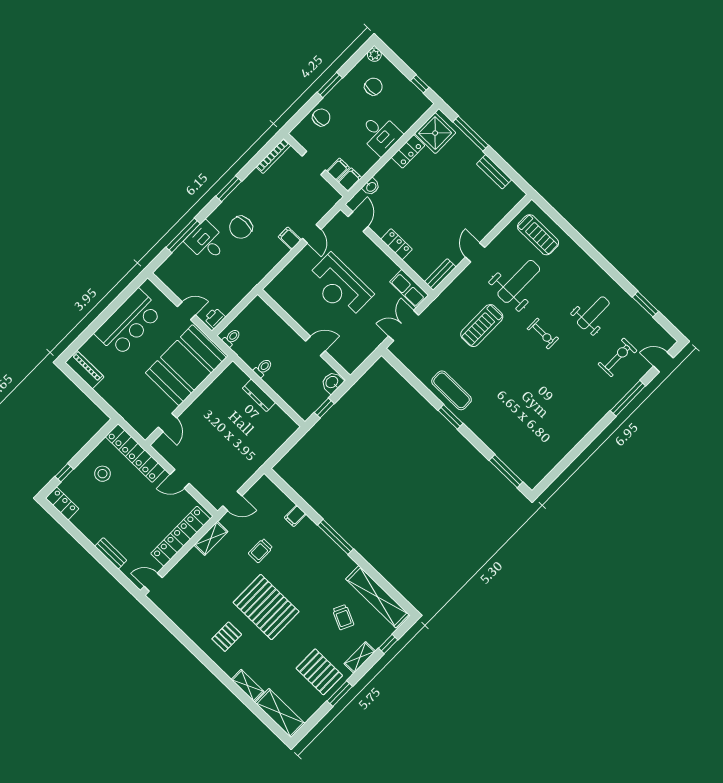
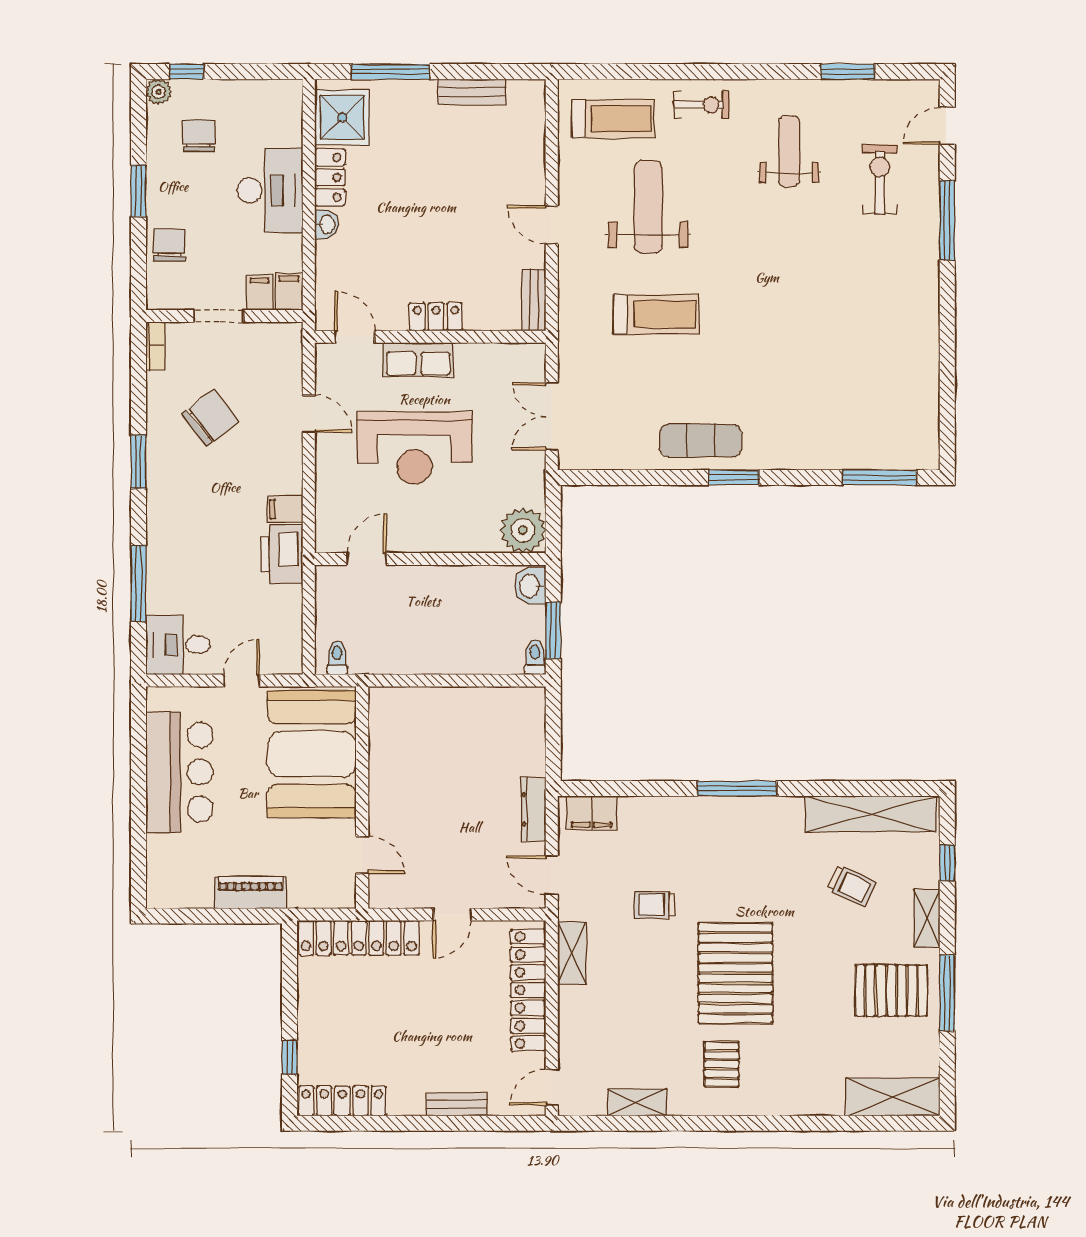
window: (420, 84) -> (187, 72), moved
desk: (380, 134) -> (270, 190), width x1.37
bookcase: (273, 156) -> (155, 346), width x0.64
washbasin: (371, 187) -> (327, 224), moved
chair: (241, 227) -> (210, 418), moved, turned -128
filing cabinet: (290, 238) -> (285, 509), moved
desk: (206, 242) -> (178, 645), moved
row of seats: (409, 289) -> (418, 360), moved
printer: (215, 318) -> (282, 554), moved, width x1.87, depth x1.48
treadmill: (482, 326) -> (656, 314), turned -90
exercise bike: (543, 334) -> (701, 105), moved
door: (315, 346) -> (367, 559), moved
plant: (350, 358) -> (523, 530), added
toilet: (263, 368) -> (535, 657), moved
piano: (84, 370) -> (251, 893), moved
dresser: (259, 395) -> (533, 809), moved, turned 90
window: (324, 408) -> (553, 631), width x1.50
stool: (103, 474) -> (342, 1008), removed
door: (232, 501) -> (552, 875), swing flipped
locker: (62, 503) -> (342, 1101), width x1.53
filing cabinet: (295, 516) -> (592, 813), moved, width x2.00
trolley: (261, 551) -> (654, 905), turned 90
pallet: (266, 607) -> (735, 973), turned 90
shelving: (248, 686) -> (637, 1102), moved
window: (340, 694) -> (947, 993), width x1.44

